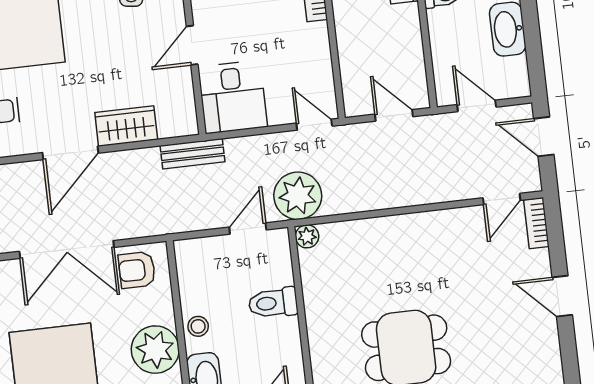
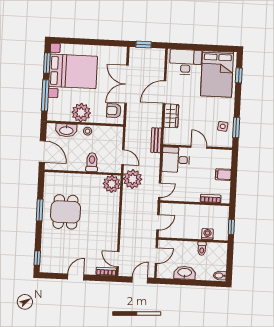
door: (70, 153) -> (164, 92), hinge flipped
plant: (307, 236) -> (112, 184), width x1.87, depth x1.87
armchair: (137, 270) -> (114, 111), turned -90

